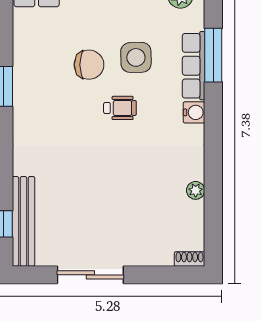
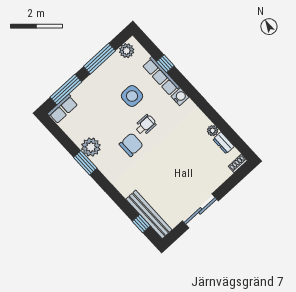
window: (213, 55) -> (165, 64), width x0.46
chair: (89, 65) -> (131, 145), moved
plant: (28, 74) -> (91, 147), added
dresser: (195, 218) -> (224, 143), added

